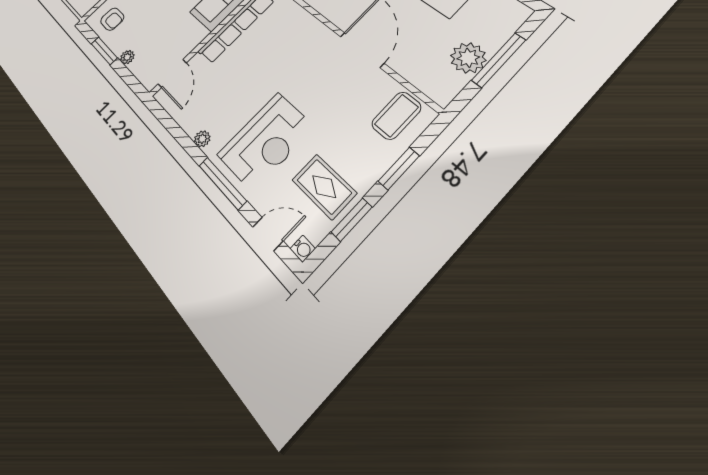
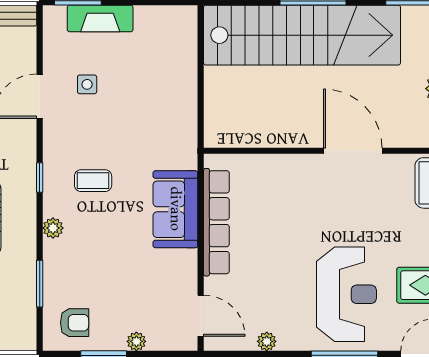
plant: (202, 139) -> (267, 341), moved

